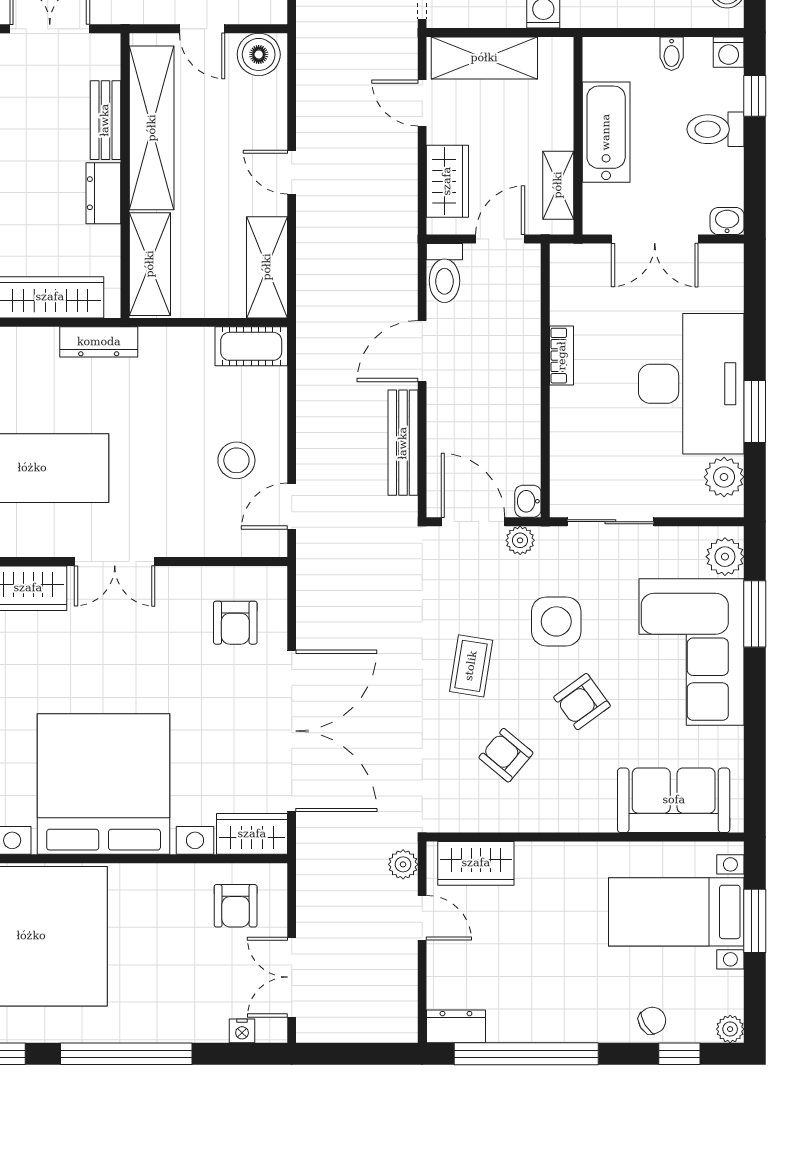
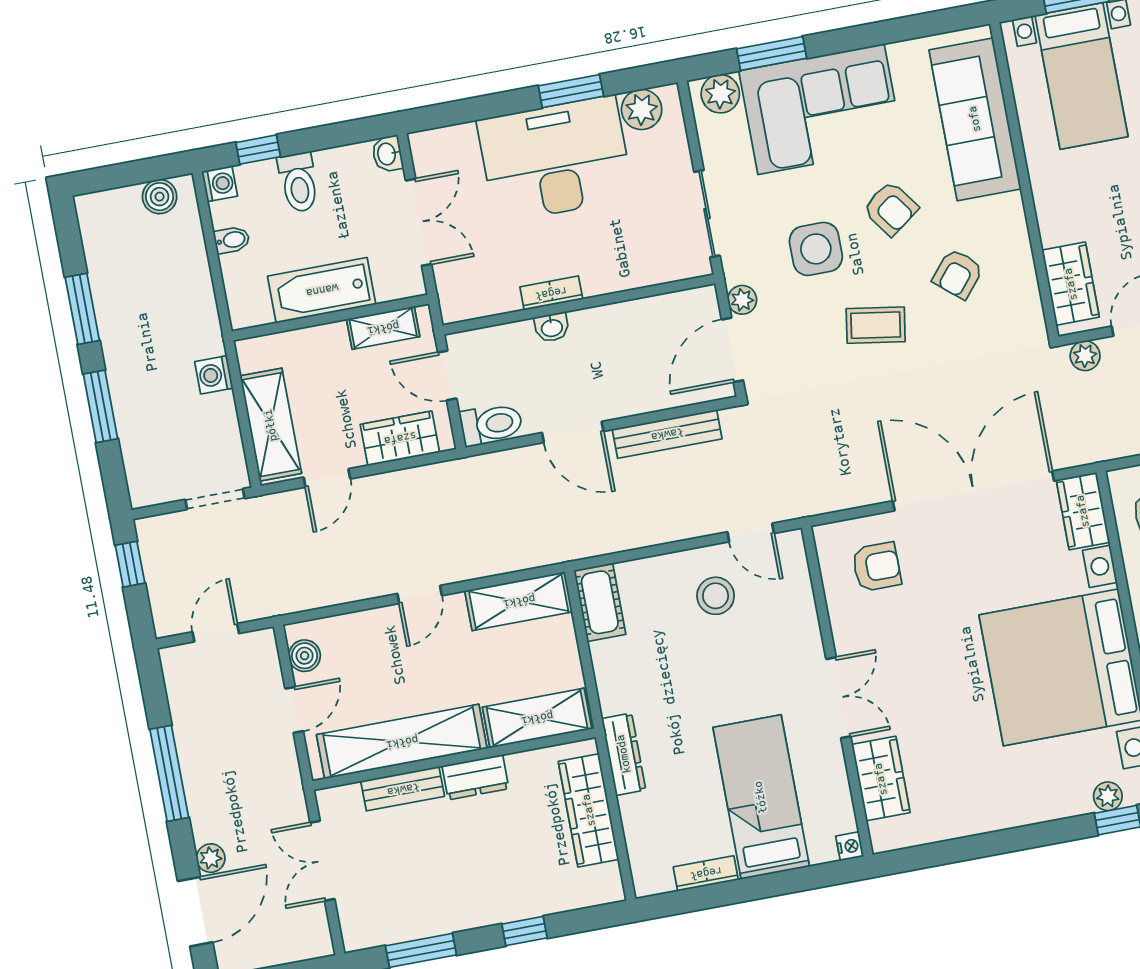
boiler: (259, 54) -> (305, 656), width x0.73, depth x0.73
washbasin: (528, 501) -> (552, 327), moved
sofa: (674, 800) -> (975, 119), width x1.36

